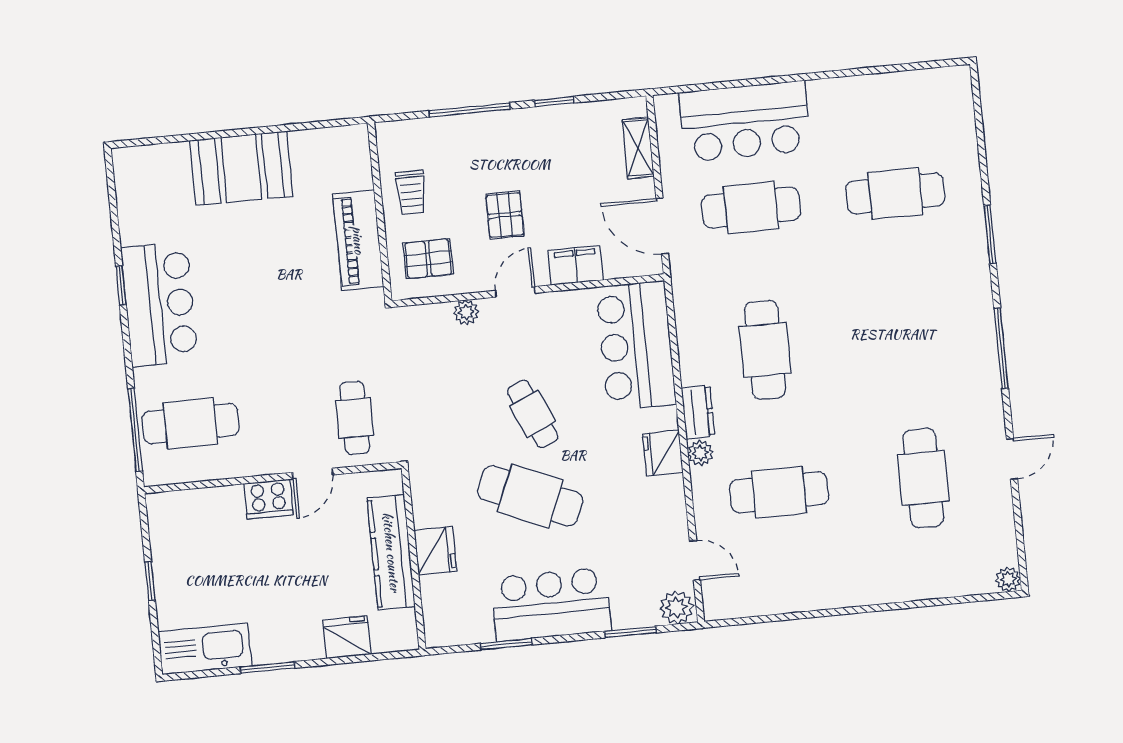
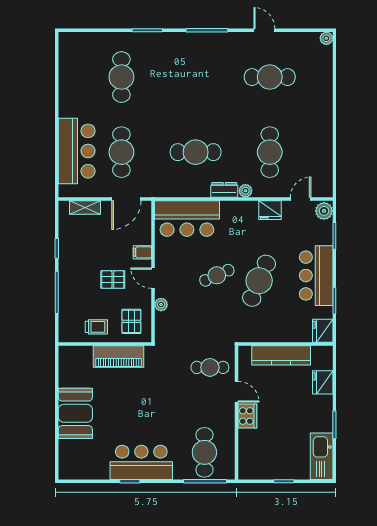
filing cabinet: (576, 265) -> (142, 252), width x0.50
fridge: (663, 453) -> (270, 210), moved
fridge: (435, 551) -> (323, 331), moved, turned -90

